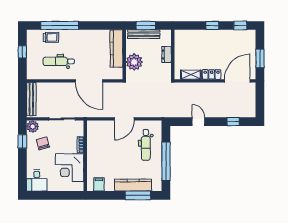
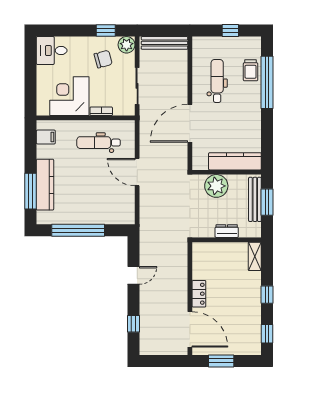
shelving: (191, 75) -> (255, 256), moved
dental chair: (146, 145) -> (99, 143), moved

